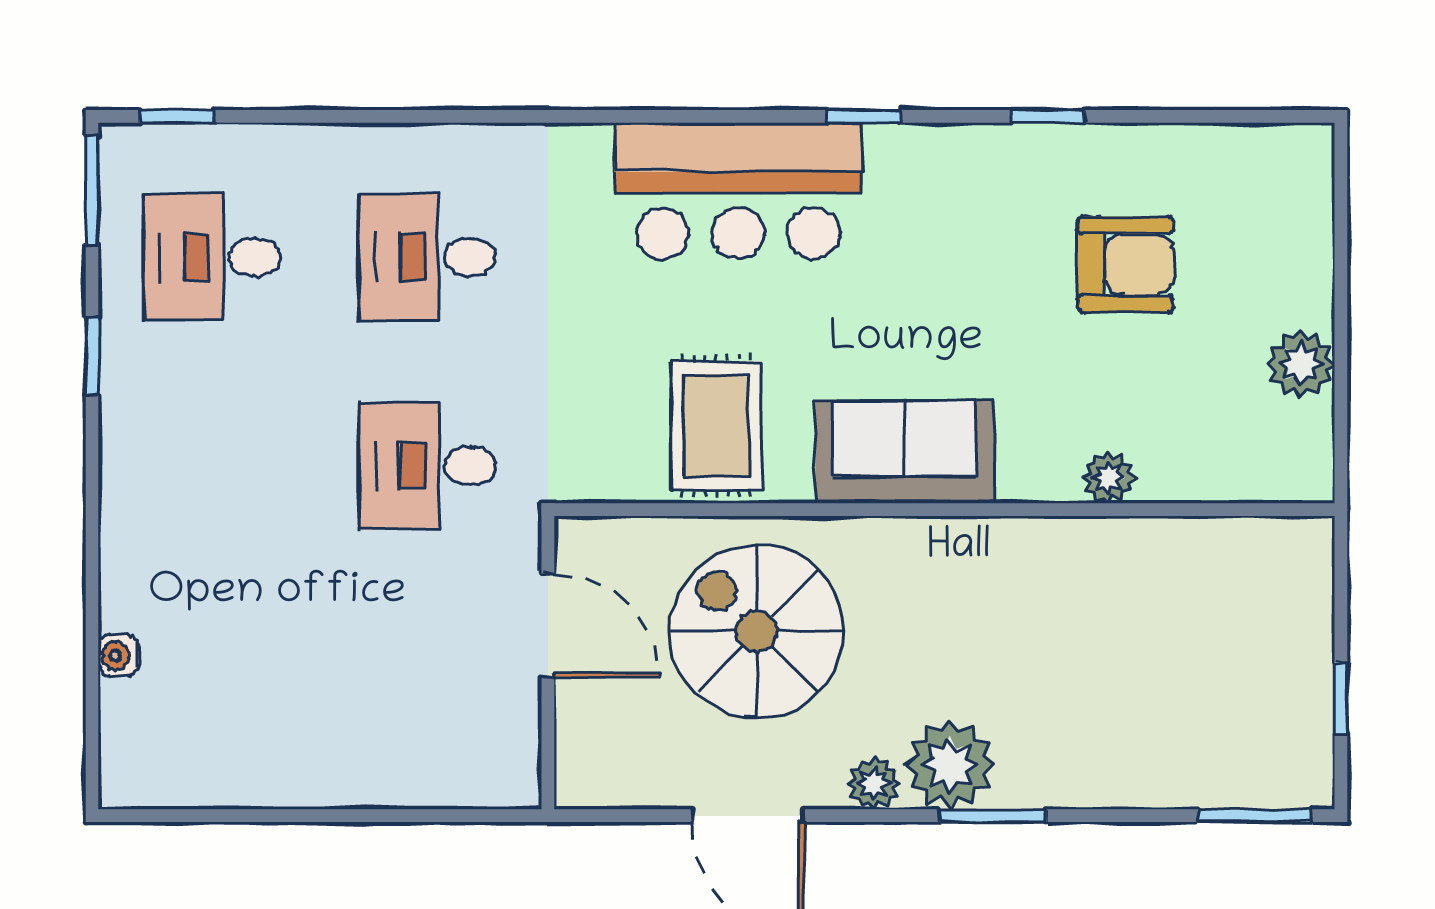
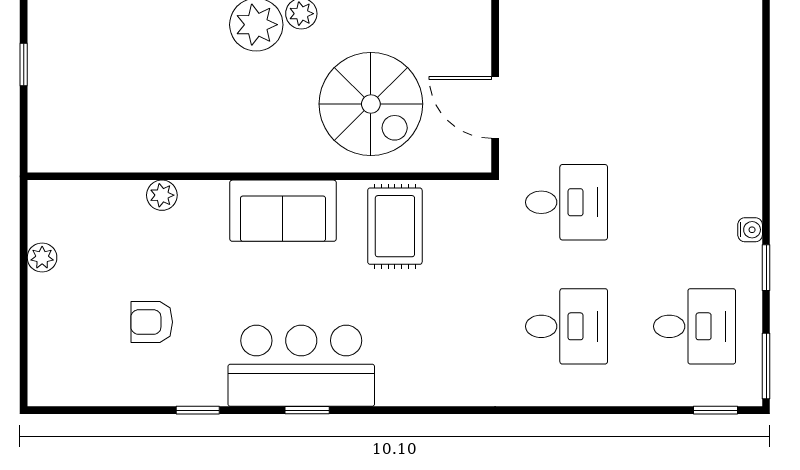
bar counter: (738, 191) -> (301, 366), moved
armchair: (1125, 264) -> (152, 322), width x0.72, depth x0.72
plant: (1301, 364) -> (42, 257), width x0.73, depth x0.73
water cooler: (119, 656) -> (750, 230), moved

